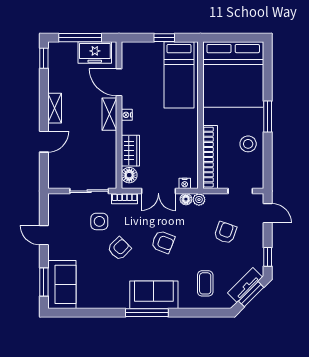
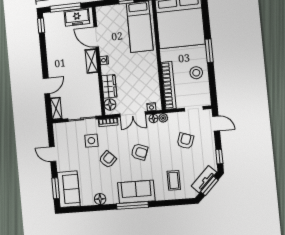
shelving: (55, 108) -> (56, 109), moved
floor lamp: (104, 301) -> (100, 199), added

